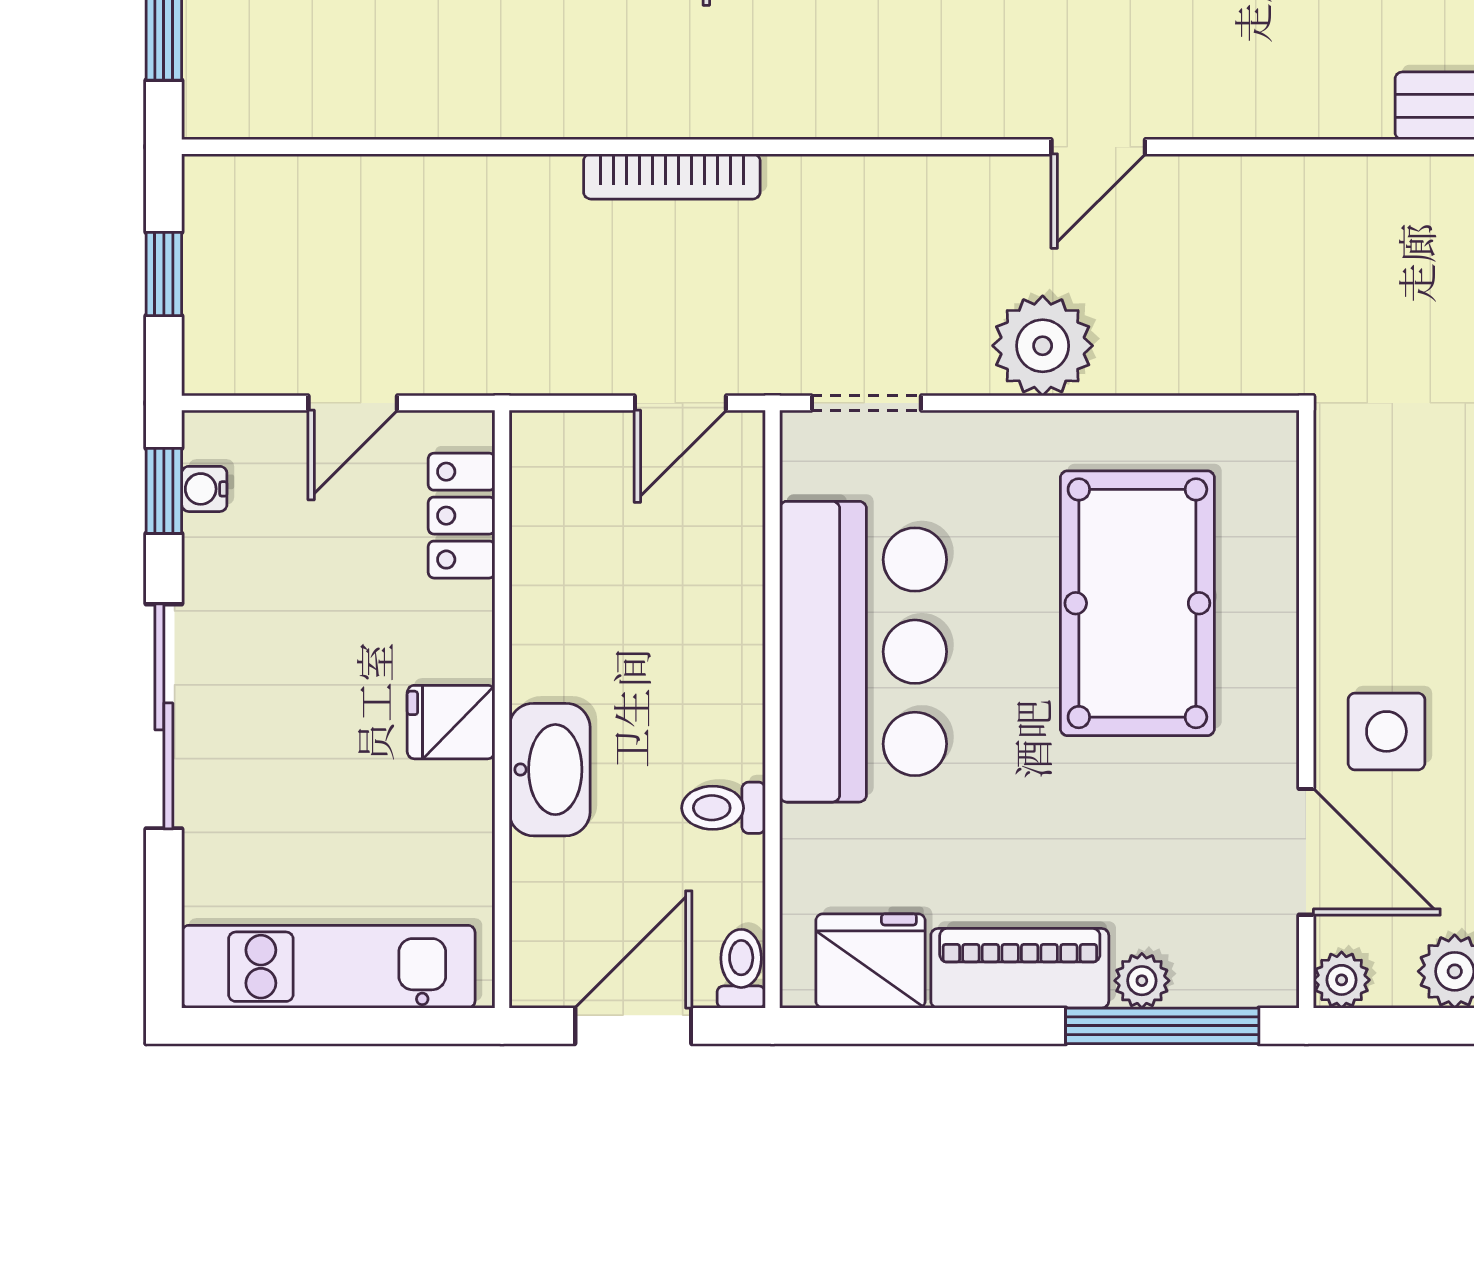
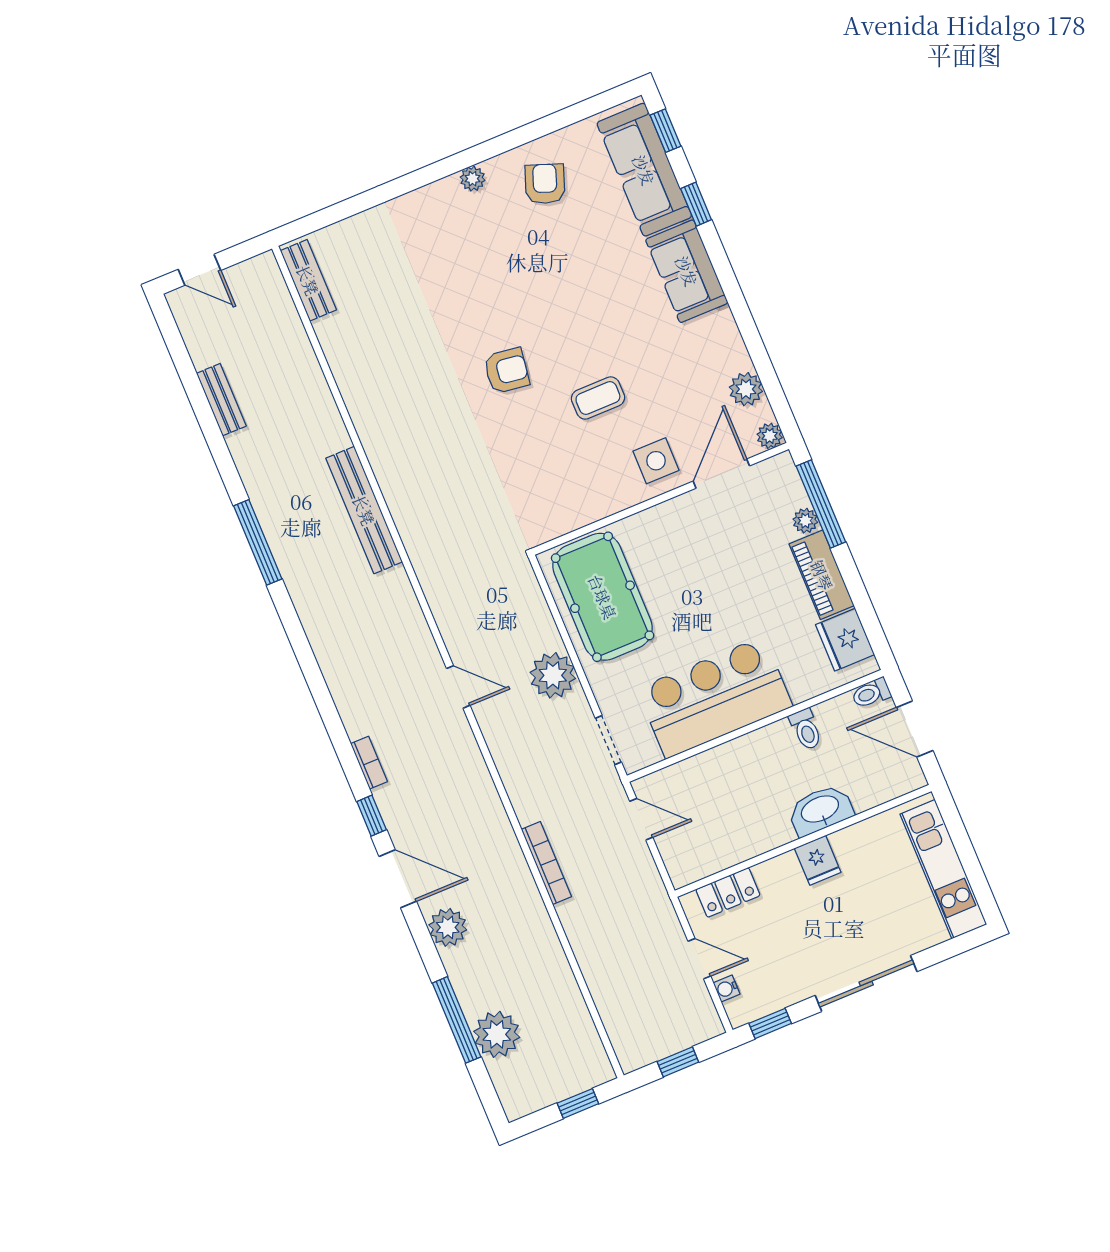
water cooler: (204, 489) -> (727, 988), moved, turned 90
pool table: (1137, 603) -> (603, 597), moved, turned 90

